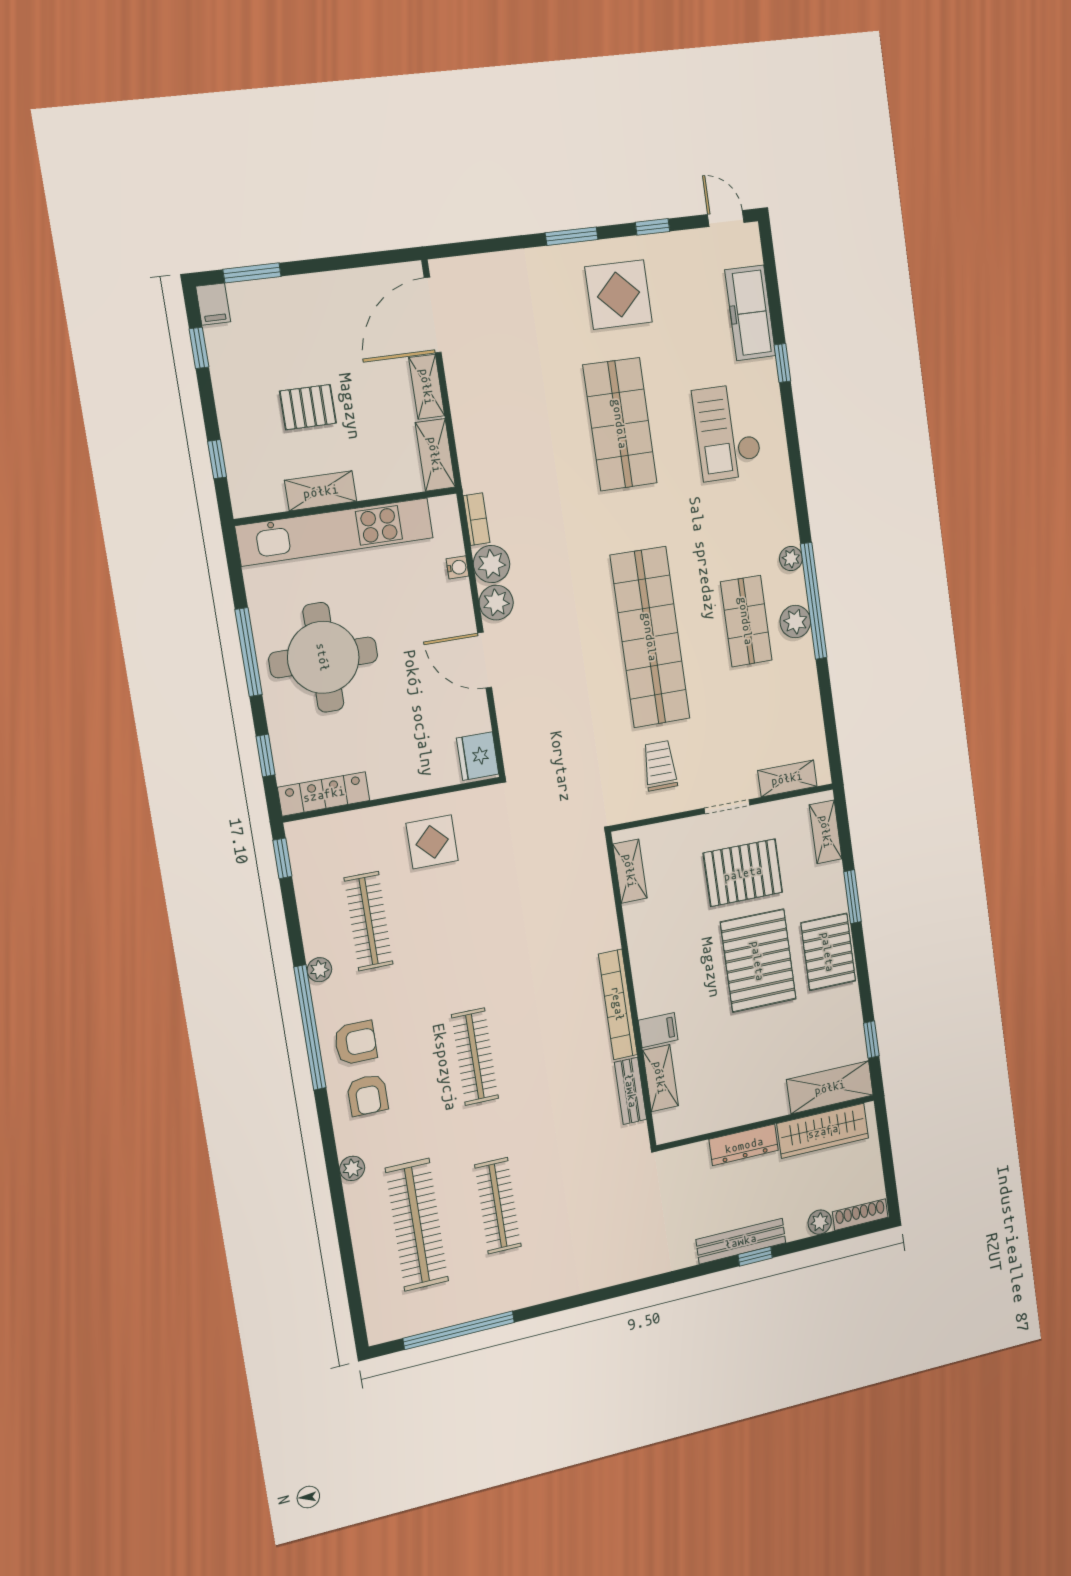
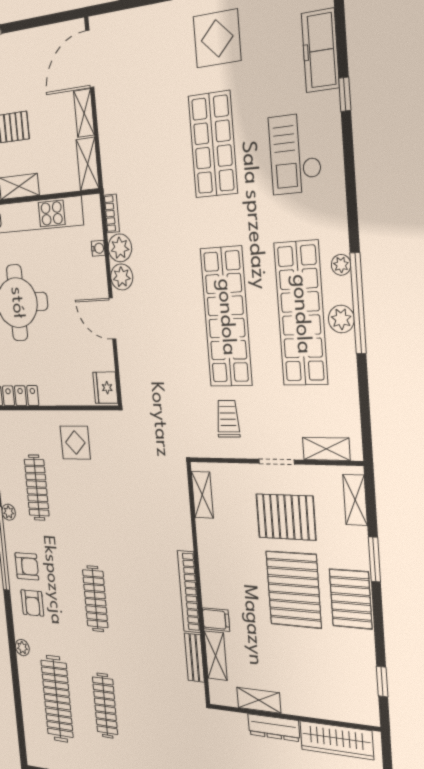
shop shelf: (746, 621) -> (301, 314), width x2.00, depth x1.36
shelving: (830, 1087) -> (259, 700), moved, width x0.67, depth x0.75

